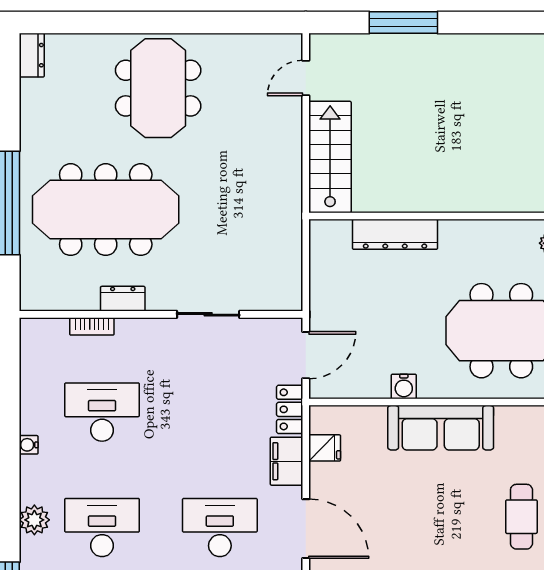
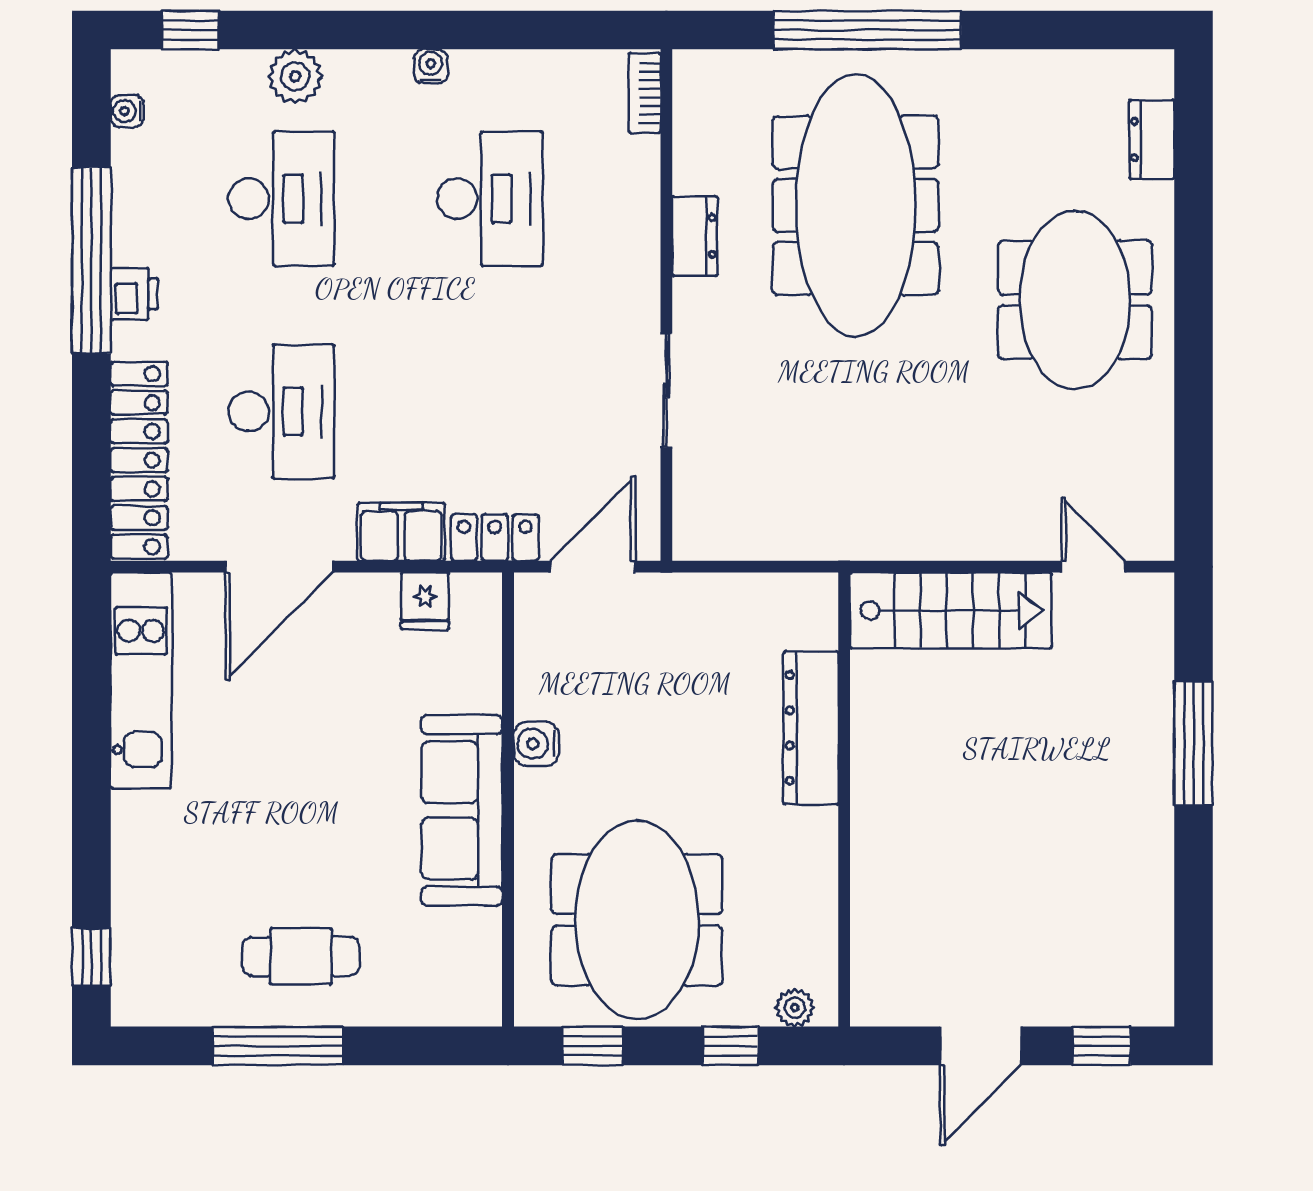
dresser: (32, 55) -> (1152, 140), moved, turned 90
meeting table: (158, 88) -> (1075, 300), turned 90
bookcase: (92, 326) -> (645, 93), moved
door: (306, 355) -> (593, 567), swing flipped

